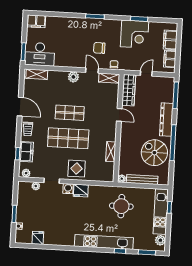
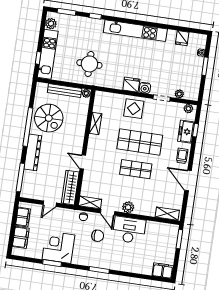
desk: (40, 54) -> (129, 230), moved
kitchen unit: (104, 242) -> (135, 31), moved

